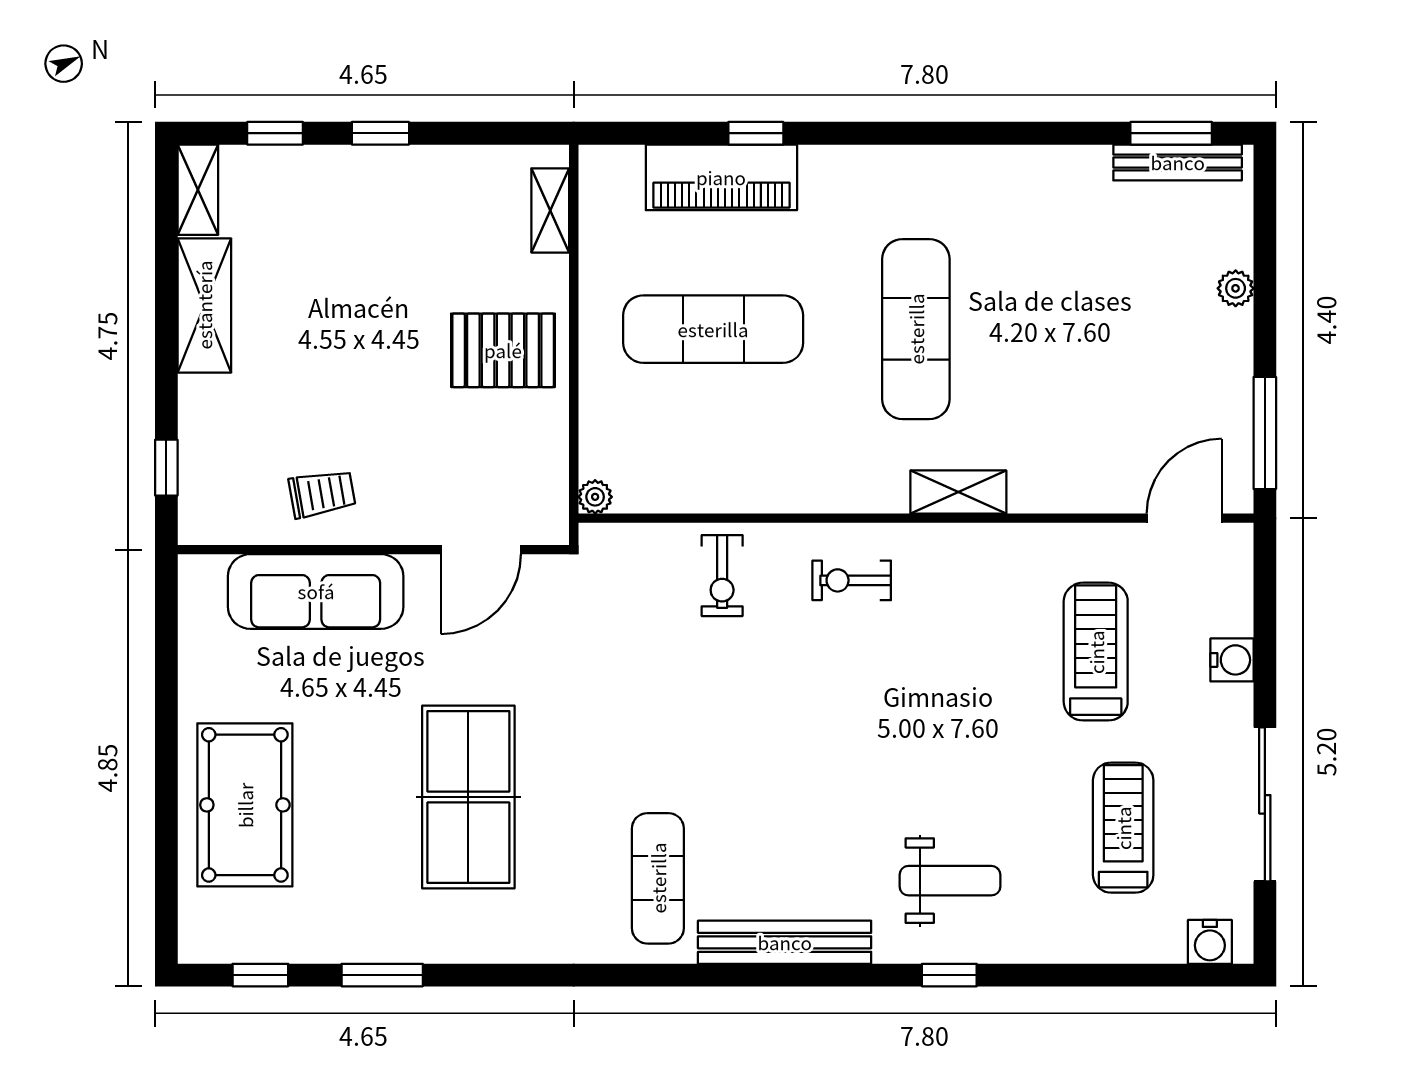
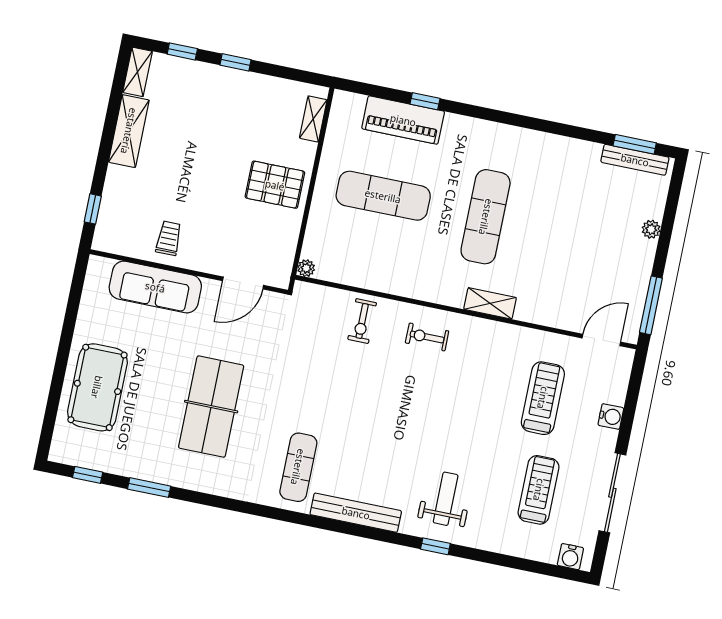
trolley: (322, 494) -> (169, 238), turned -80
weight bench: (950, 881) -> (446, 499), turned -90

